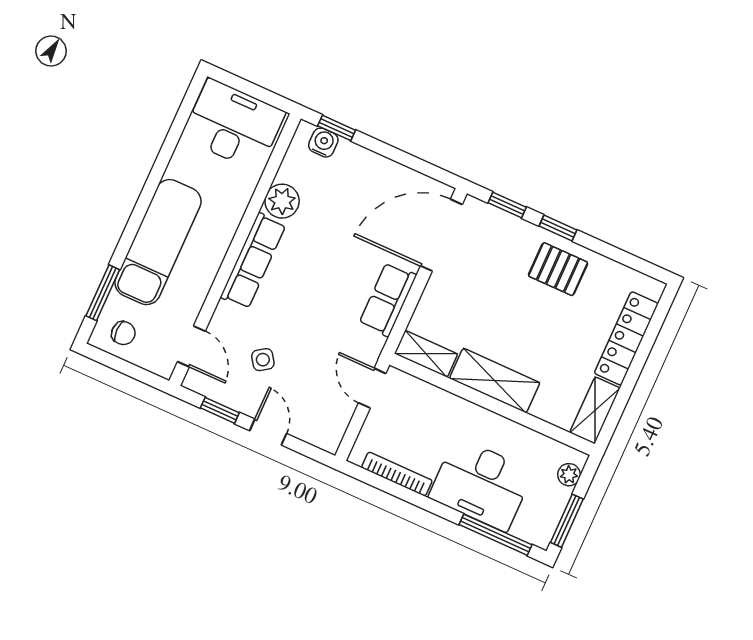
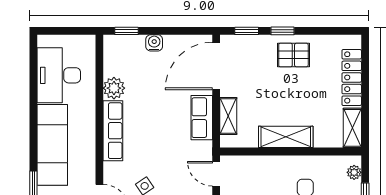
desk: (234, 125) -> (59, 75), moved, turned -90
water cooler: (323, 143) -> (154, 43), moved
shelving: (426, 354) -> (228, 116), moved, turned 90

